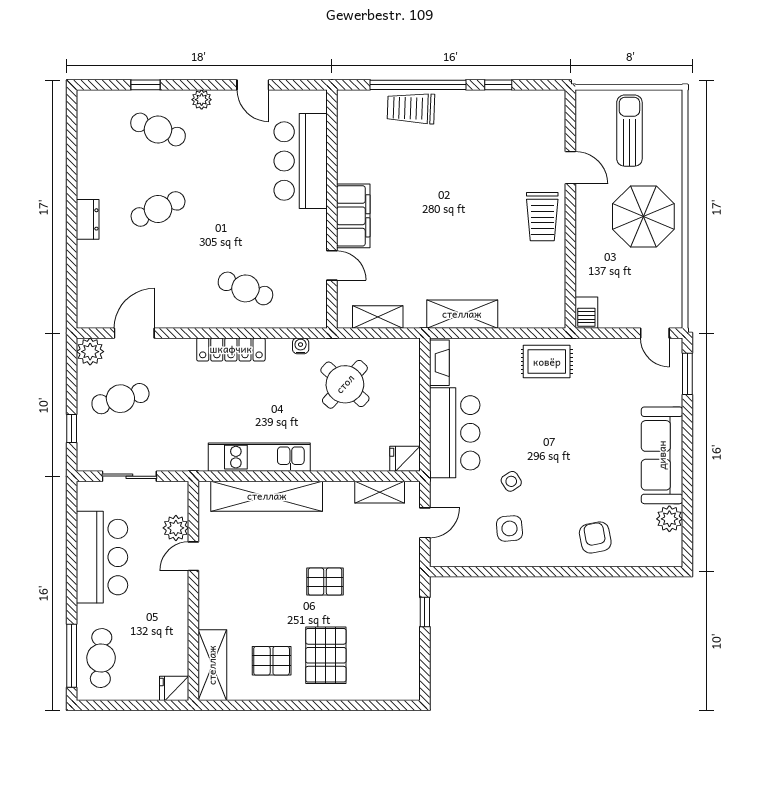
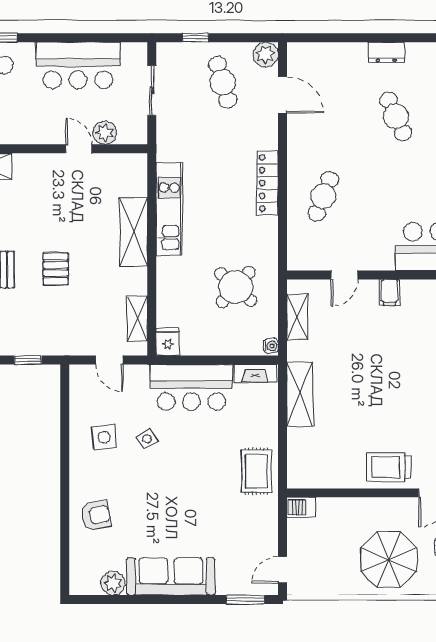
filing cabinet: (353, 216) -> (389, 292), width x0.33, depth x0.86
water cooler: (301, 346) -> (271, 346), moved
shelving: (267, 496) -> (134, 232), width x0.68

